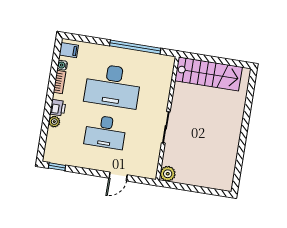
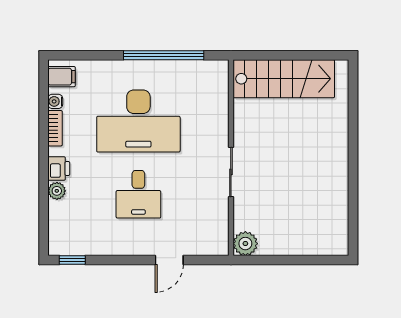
desk: (105, 132) -> (138, 194), width x0.73

